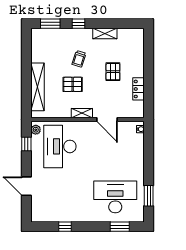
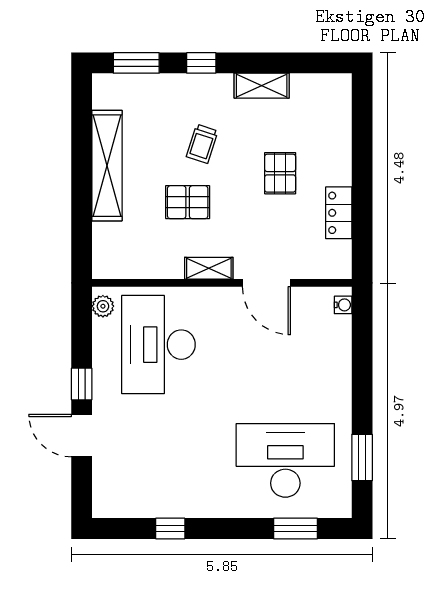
shelving: (38, 87) -> (107, 166), moved
window: (26, 144) -> (82, 384), moved

